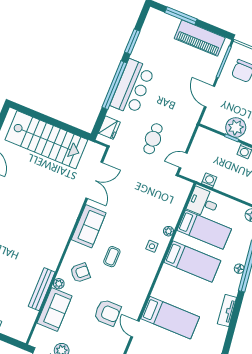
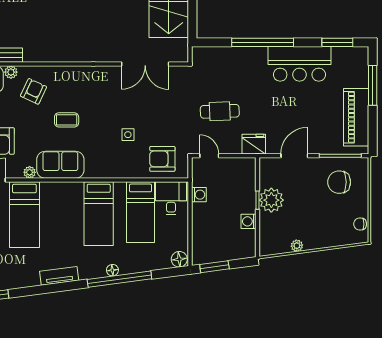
window: (132, 42) -> (337, 42), moved
bar counter: (132, 87) -> (299, 64), moved
fridge: (109, 128) -> (254, 144), moved, turned 180
armchair: (171, 197) -> (162, 159), added
sofa: (89, 226) -> (60, 165), moved, turned 180
plant: (169, 231) -> (30, 172), moved
side table: (152, 246) -> (128, 135), moved
armchair: (80, 273) -> (34, 91), turned -113

